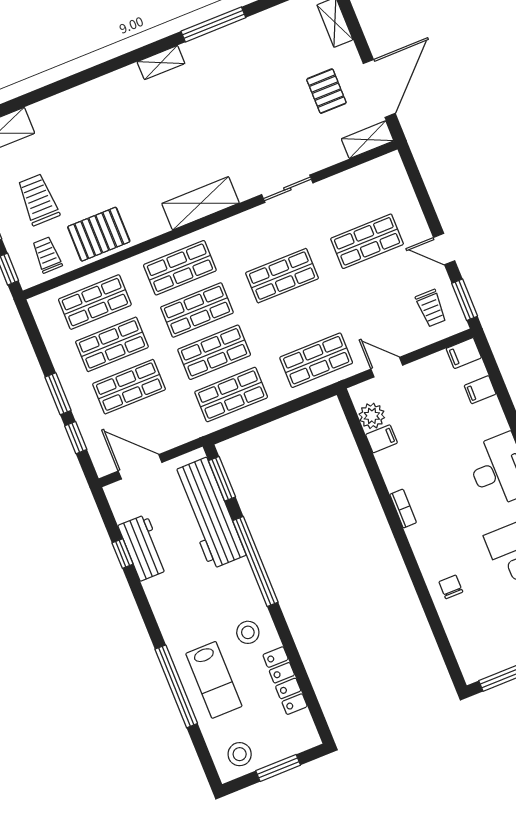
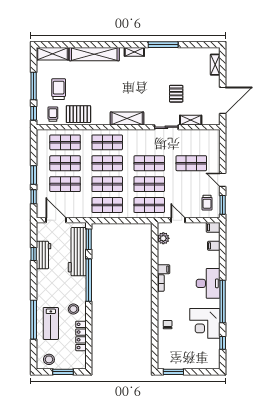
pallet: (326, 91) -> (176, 94), moved
shelving: (82, 100) -> (94, 54), added
shelving: (368, 140) -> (191, 120), moved
shop shelf: (299, 318) -> (149, 184), added
filing cabinet: (381, 439) -> (163, 269), moved

